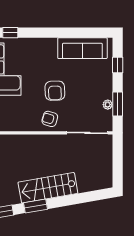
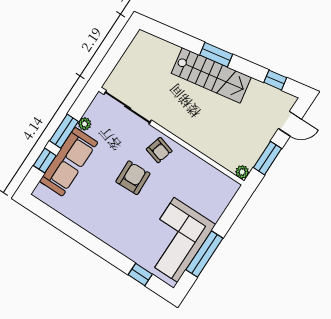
sofa: (82, 48) -> (69, 162), moved, turned 90
window: (118, 104) -> (64, 131), moved
window: (35, 206) -> (216, 55), moved

